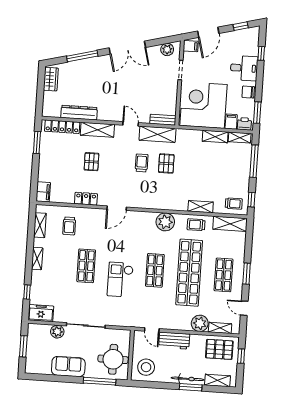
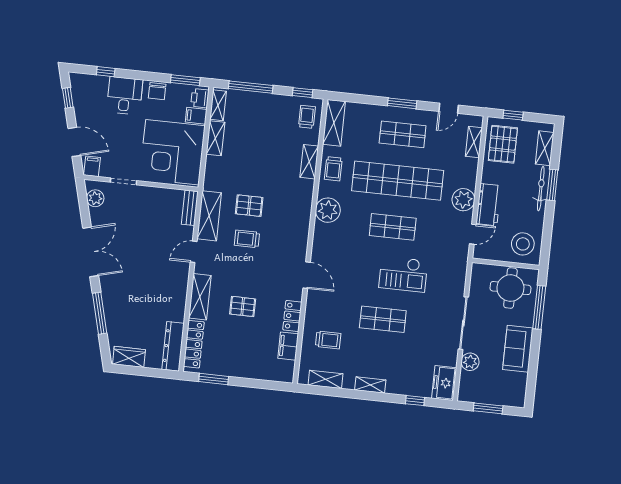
dresser: (79, 113) -> (173, 346), moved
filing cabinet: (43, 192) -> (288, 346), moved, turned -90
plant: (200, 323) -> (463, 200), moved

